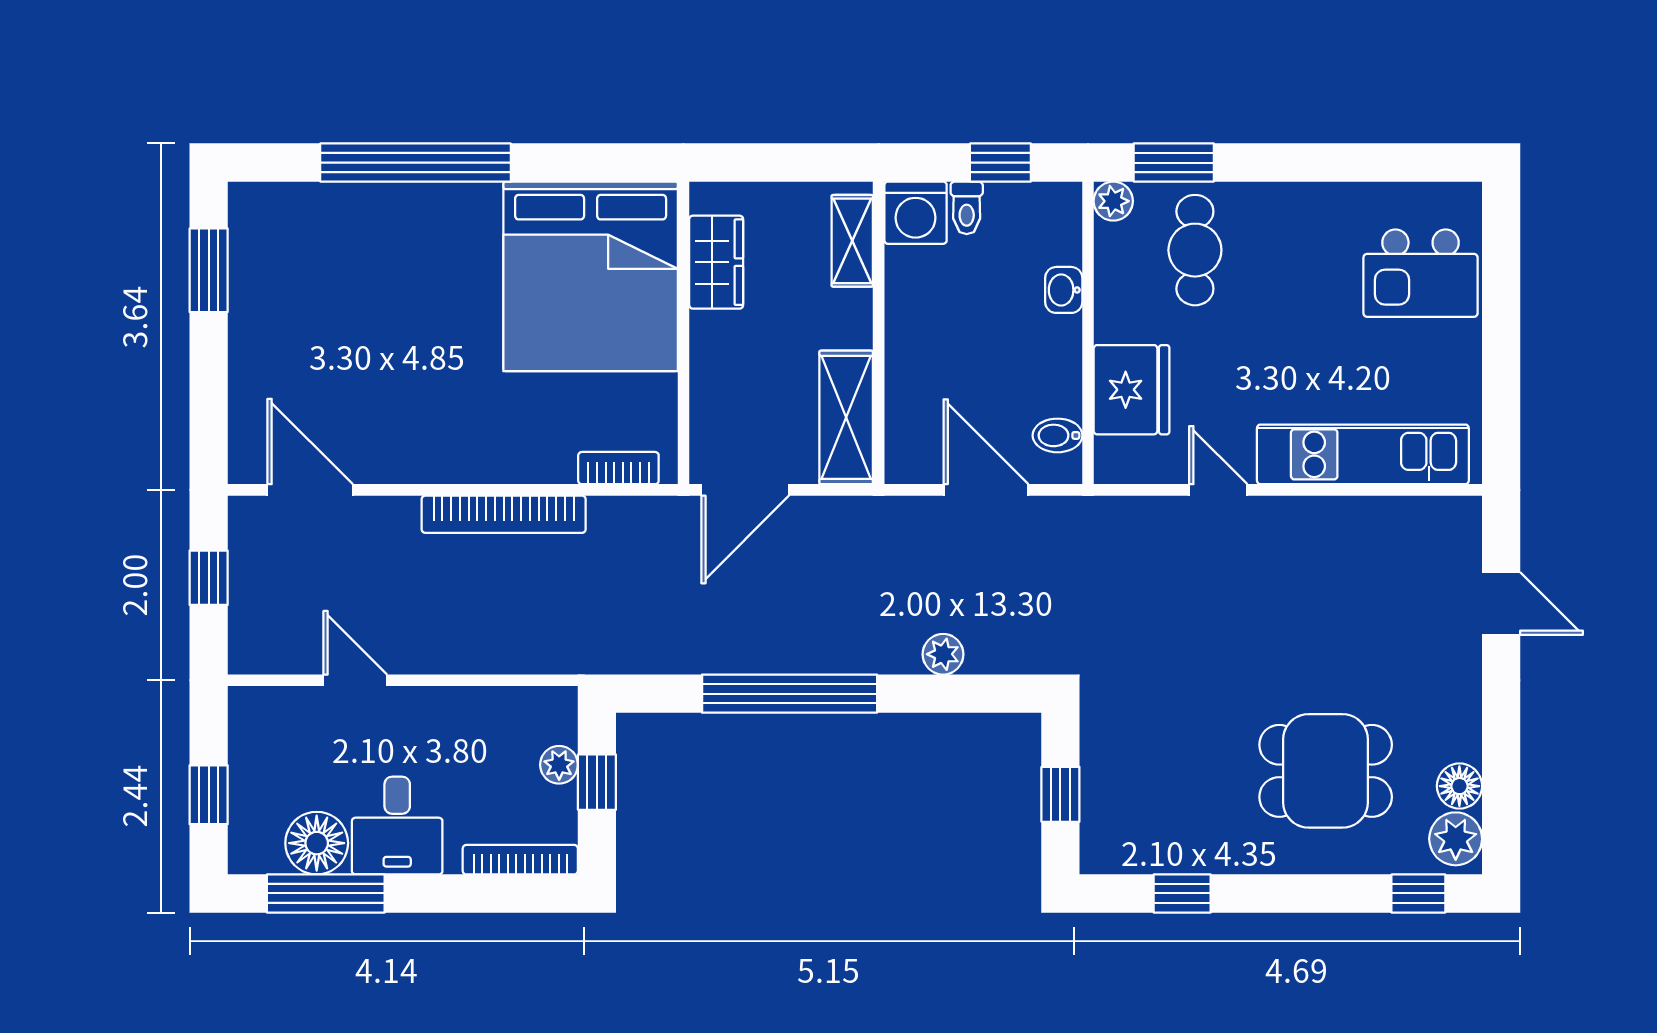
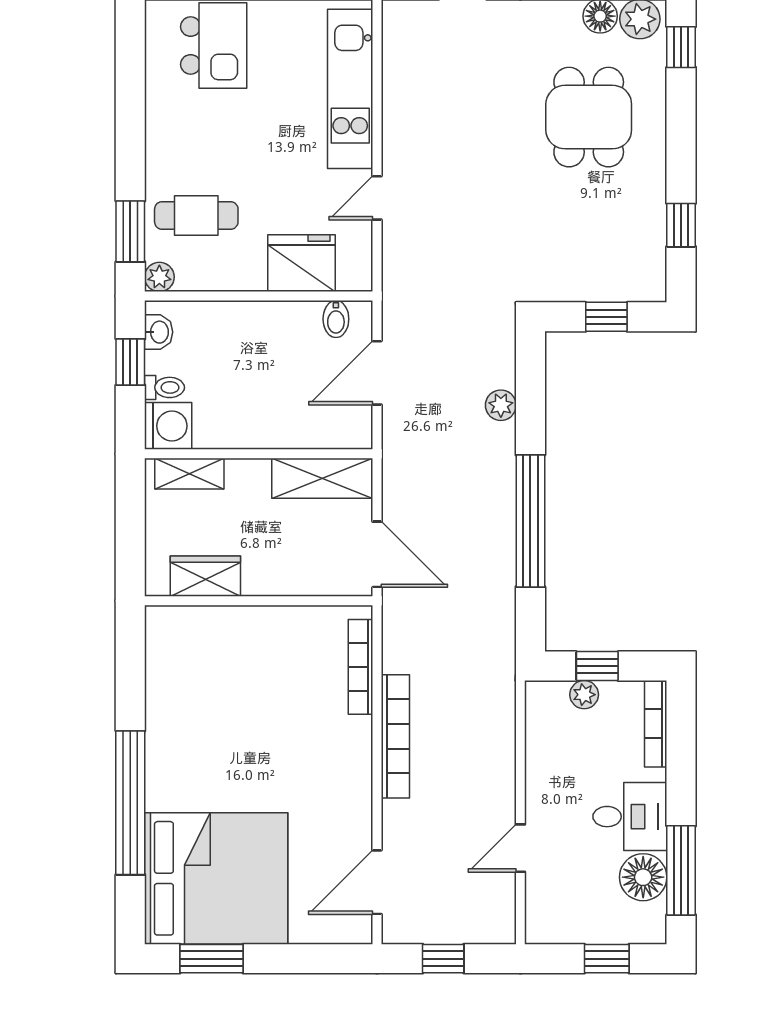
bed: (591, 276) -> (216, 878), moved
washbasin: (1064, 290) -> (159, 332), moved, turned -90
bookcase: (618, 468) -> (361, 667), width x1.56

